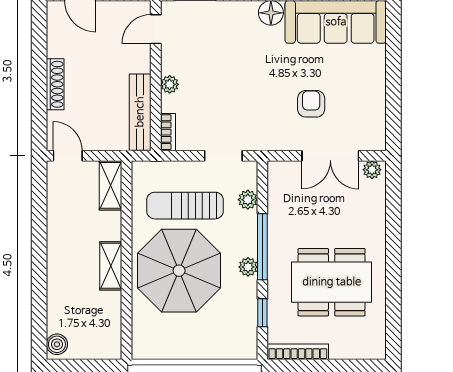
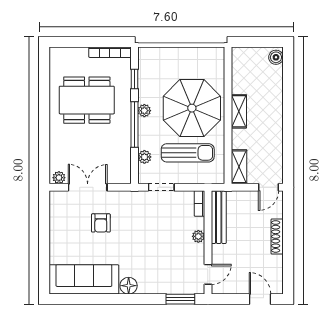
door: (68, 156) -> (269, 187), hinge flipped

